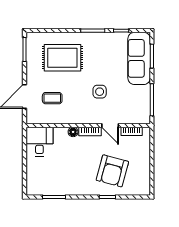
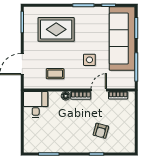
sofa: (139, 58) -> (122, 38), width x1.36, depth x1.27
coffee table: (52, 98) -> (55, 74), moved
door: (110, 125) -> (99, 90), swing flipped
armchair: (112, 171) -> (101, 131), width x0.53, depth x0.53

